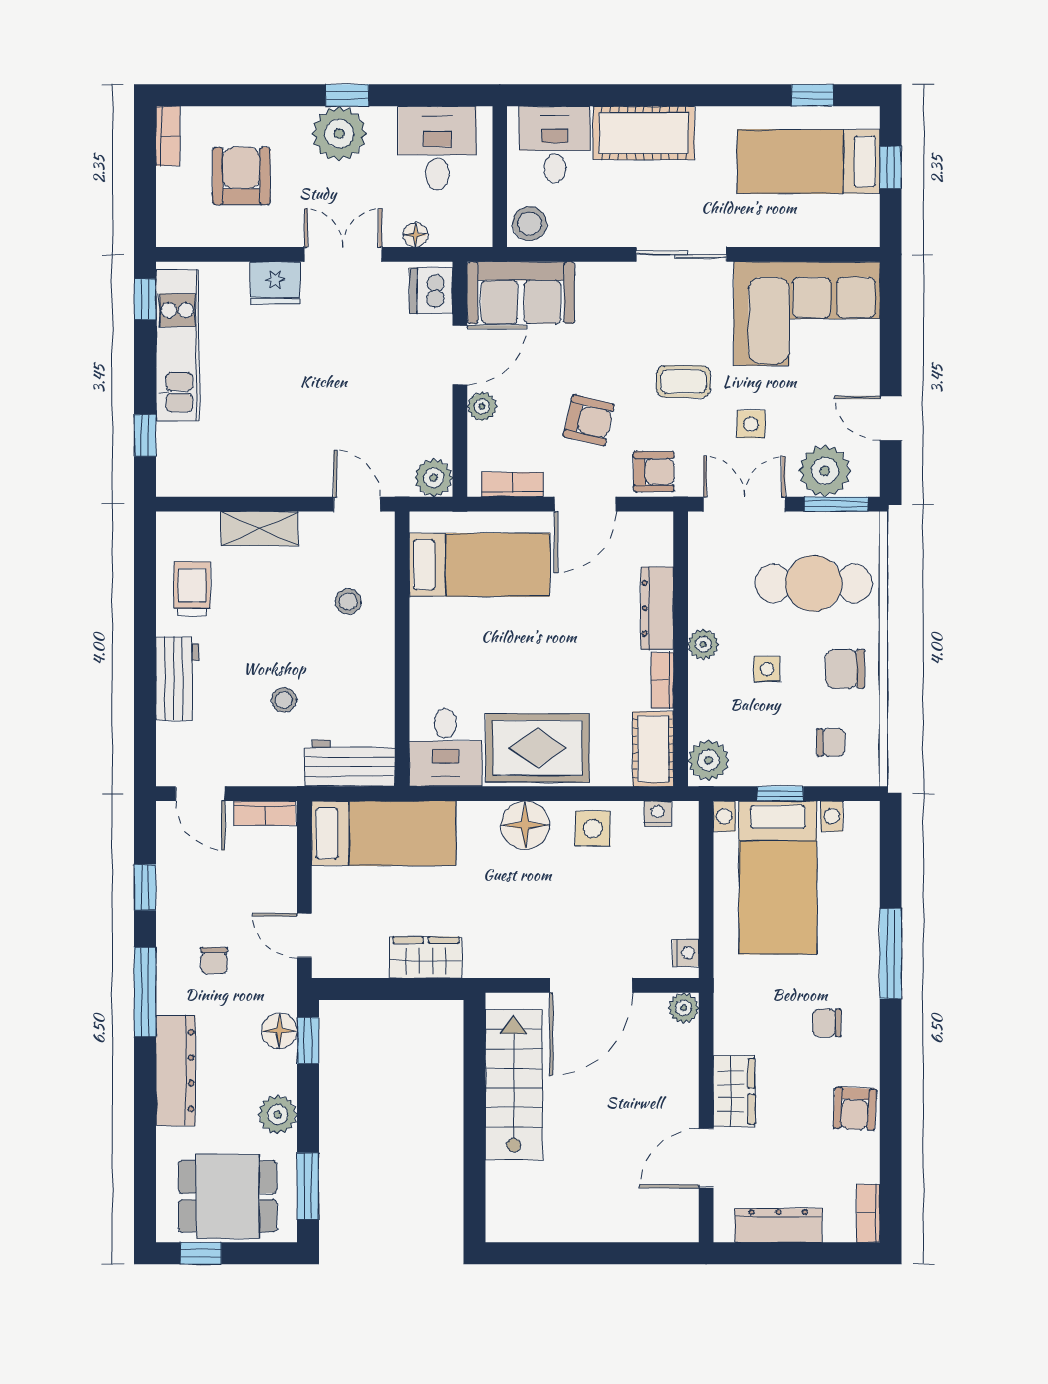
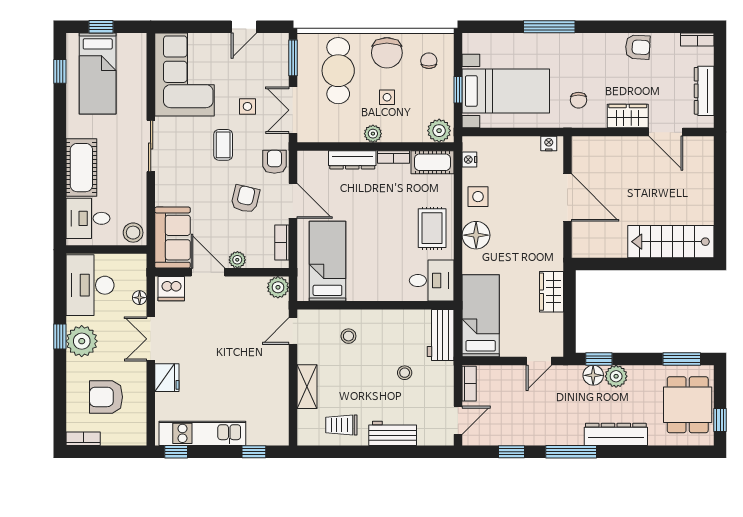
desk: (437, 148) -> (90, 285), width x1.37
plant: (825, 471) -> (274, 64), removed
chair: (845, 669) -> (387, 53), width x1.37, depth x1.37
rug: (537, 748) -> (432, 228), width x0.73, depth x0.70
chair: (214, 961) -> (553, 412), removed
plant: (684, 1008) -> (580, 145), removed
chair: (827, 1023) -> (578, 100), moved
stairs: (514, 1085) -> (671, 242), moved
plant: (278, 1115) -> (616, 376), moved

